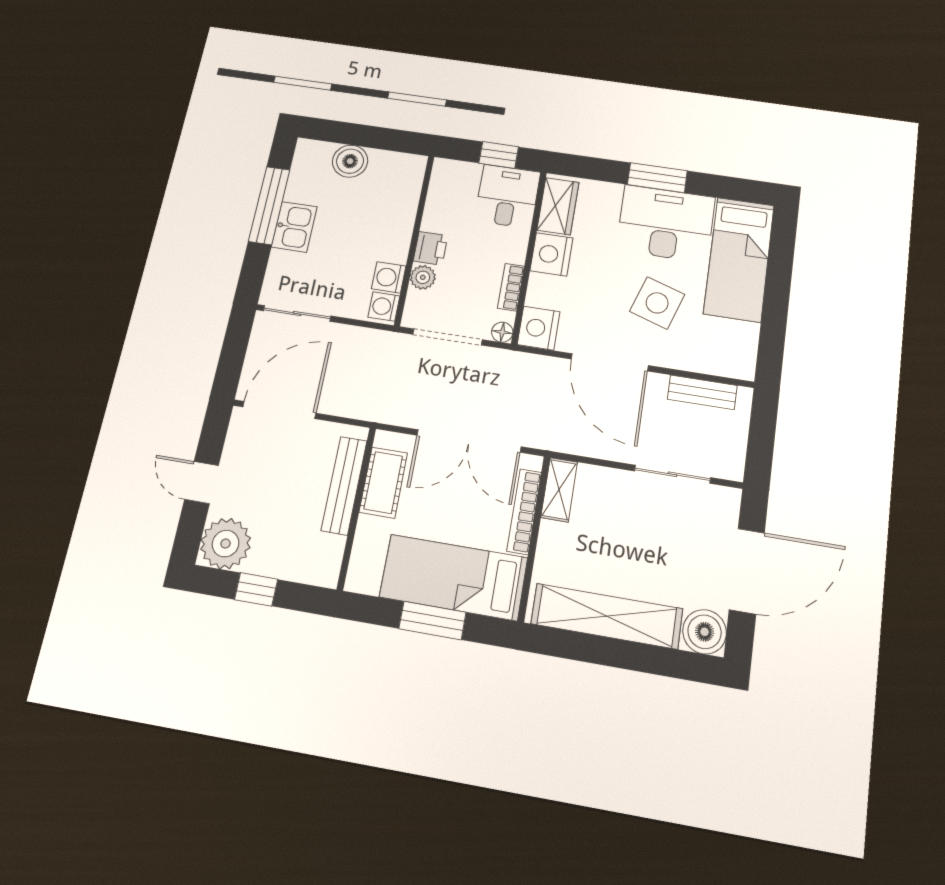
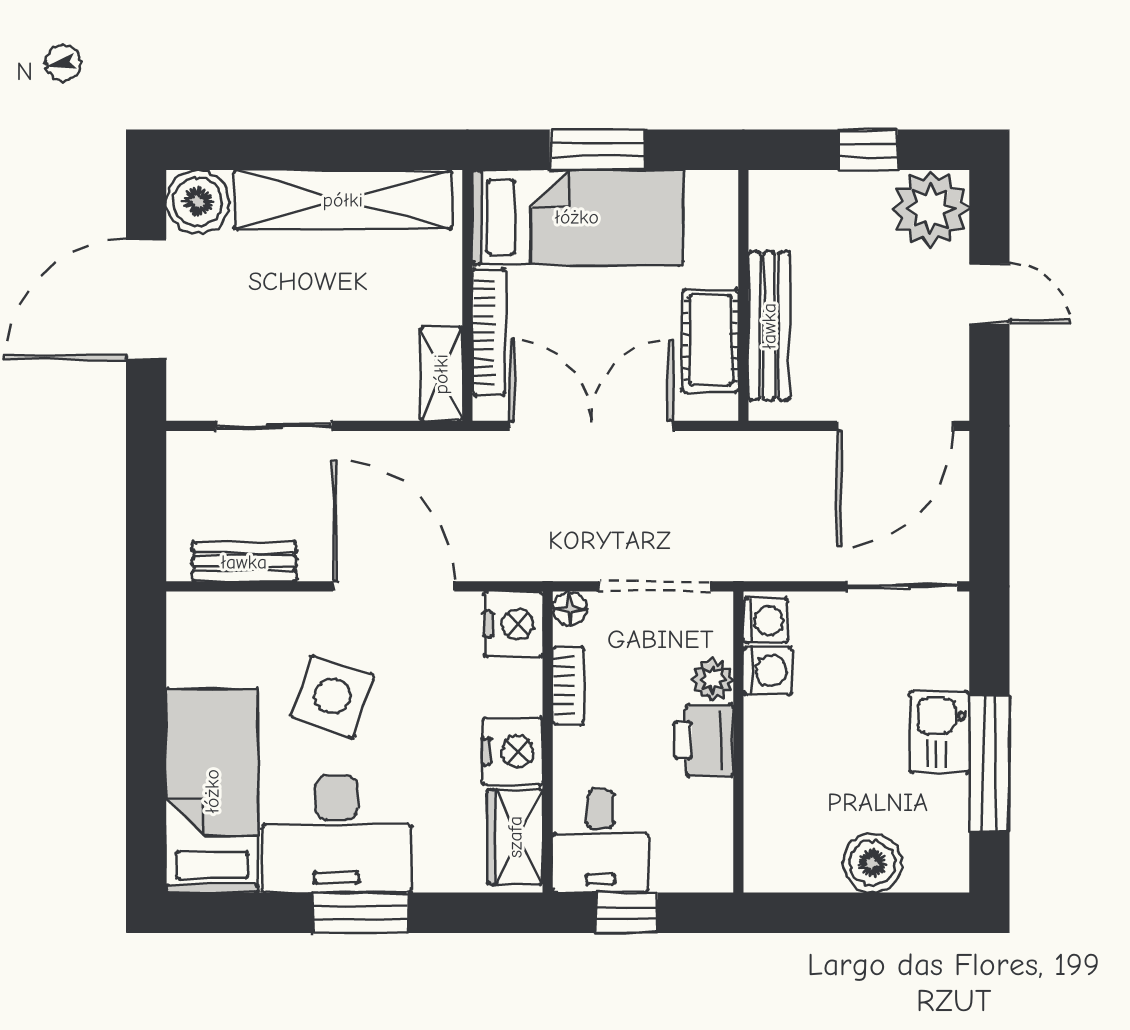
printer: (431, 248) -> (704, 740), width x1.36, depth x1.24

